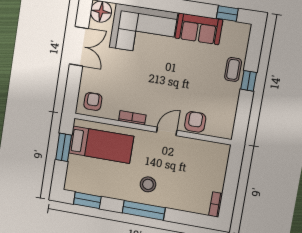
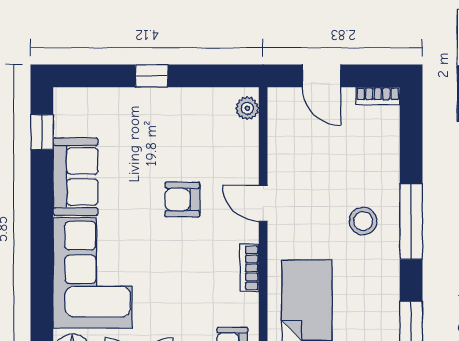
coffee table: (233, 69) -> (136, 106), removed
armchair: (195, 122) -> (182, 200), moved
plant: (221, 131) -> (247, 108), added
door: (232, 176) -> (322, 76), added

